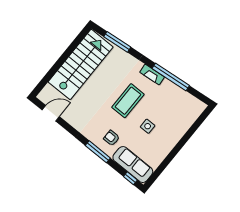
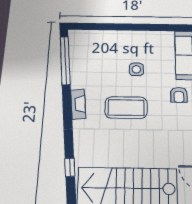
window: (117, 42) -> (70, 167), width x0.46
window: (171, 77) -> (65, 60), moved

